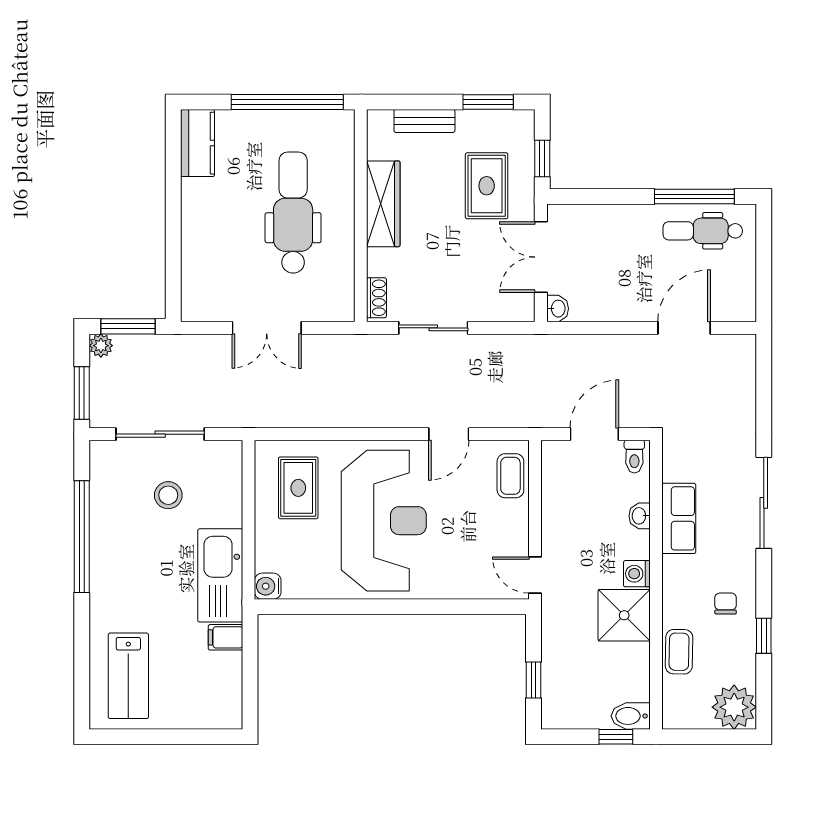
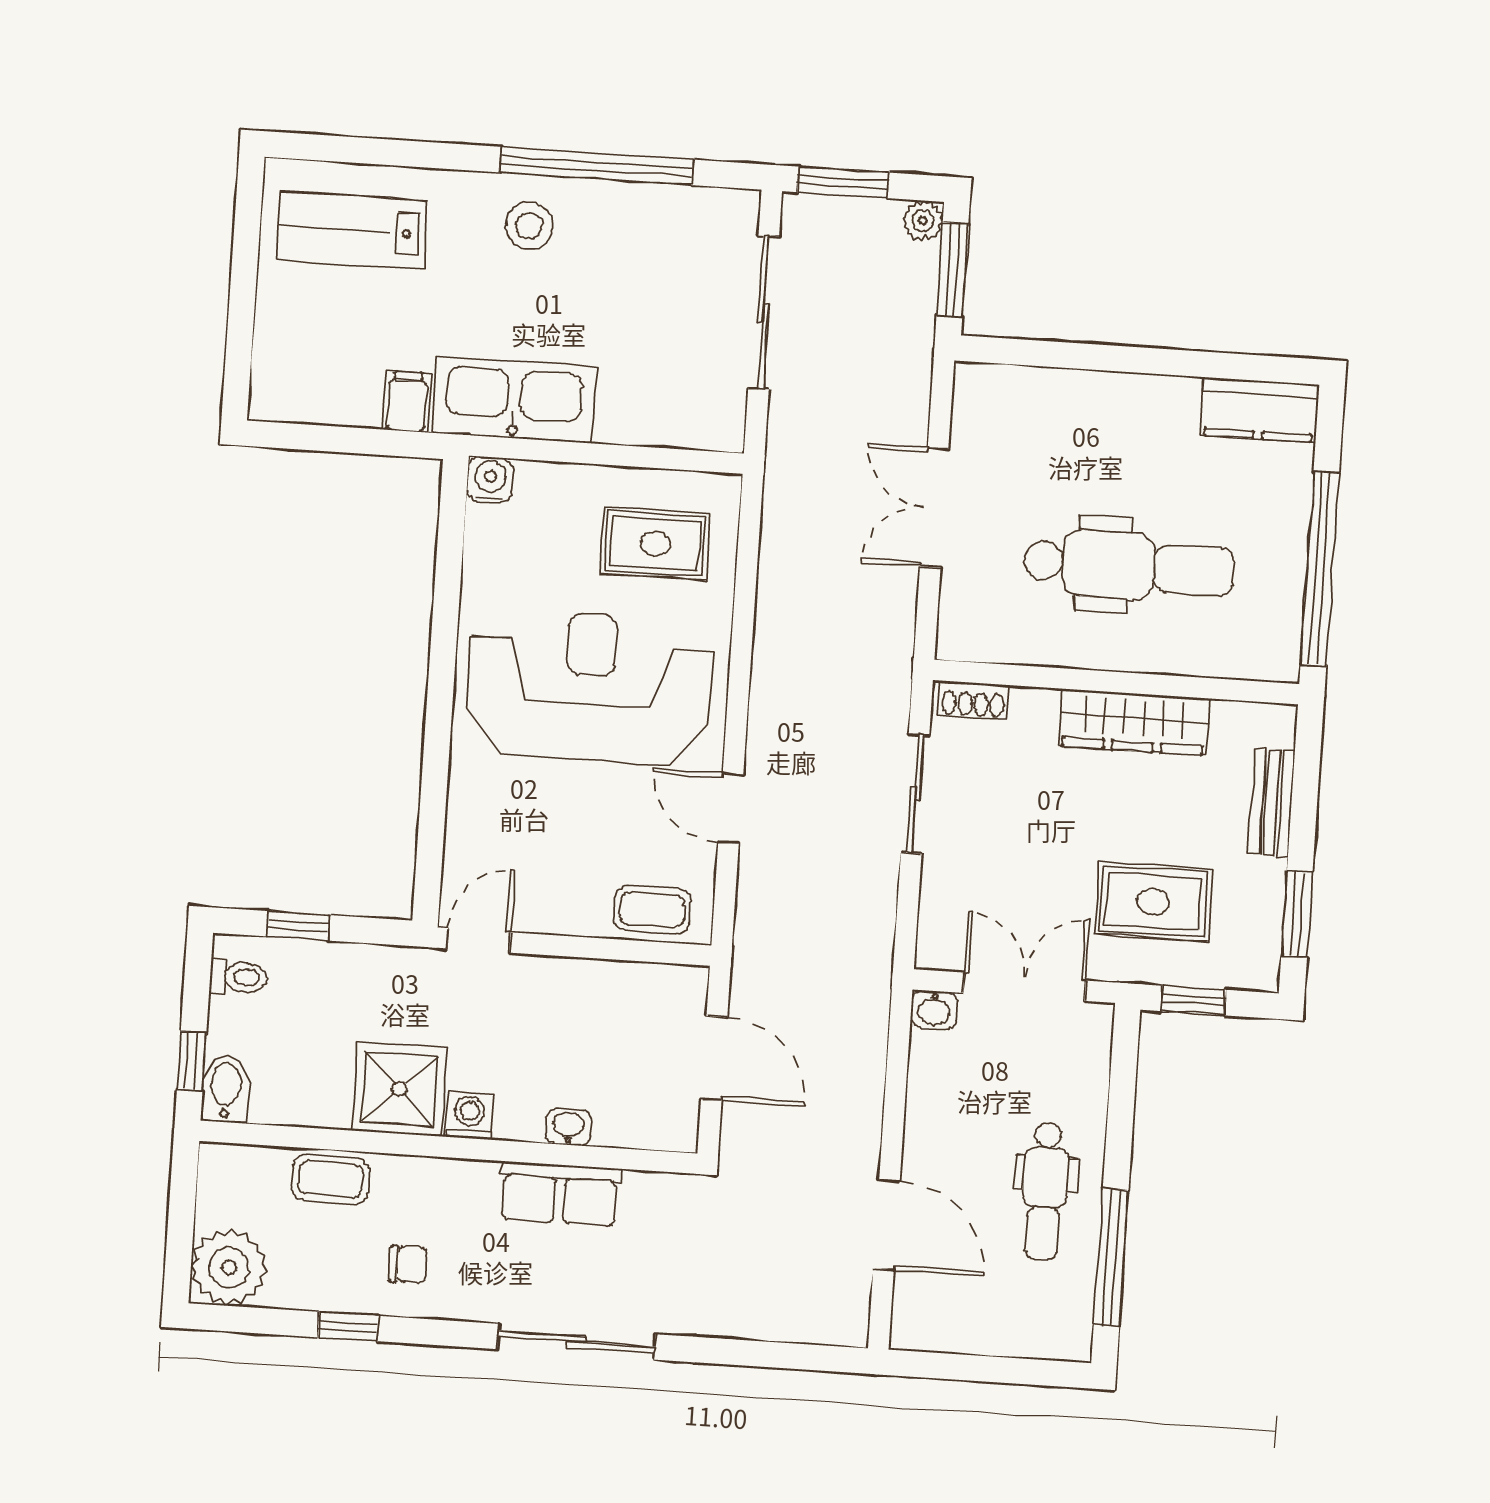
dental chair: (703, 231) -> (1045, 1191), moved, turned 180
toilet: (634, 457) -> (238, 977), moved, turned 180
stool: (168, 495) -> (529, 226), moved
reception desk: (384, 521) -> (589, 687), turned 180

